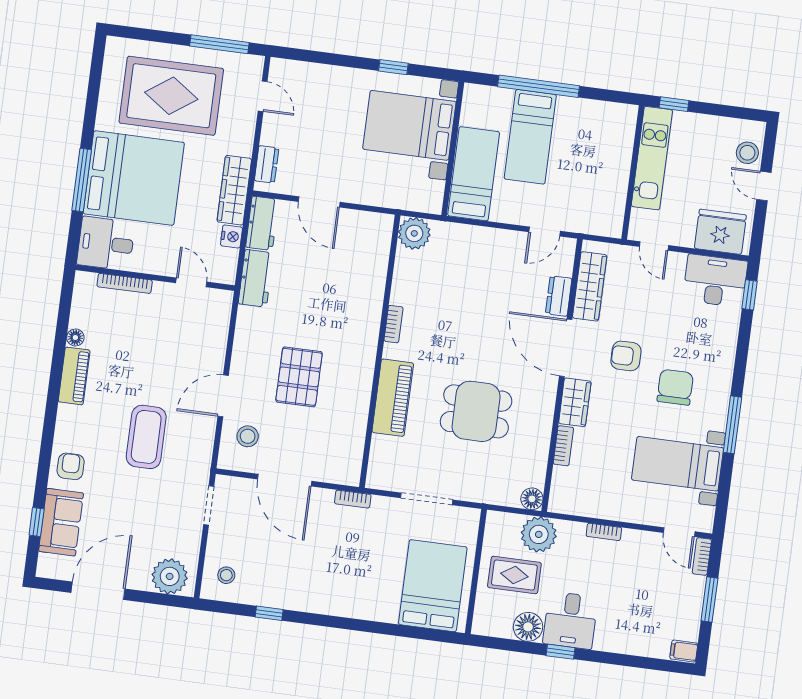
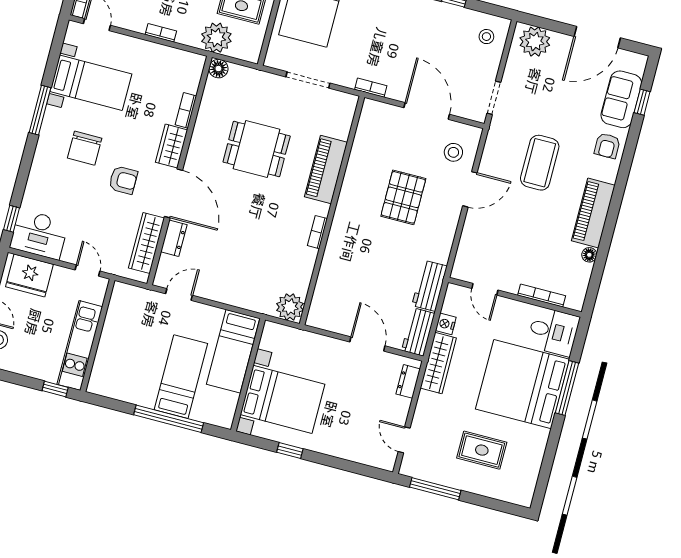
rug: (171, 96) -> (482, 450), width x0.54, depth x0.49
piano: (74, 376) -> (593, 213), width x1.37, depth x1.33

